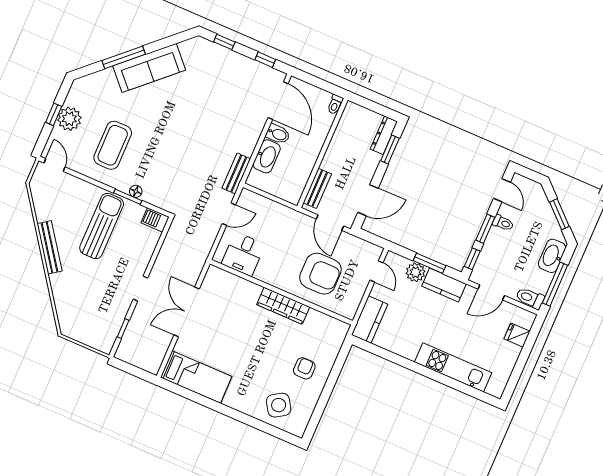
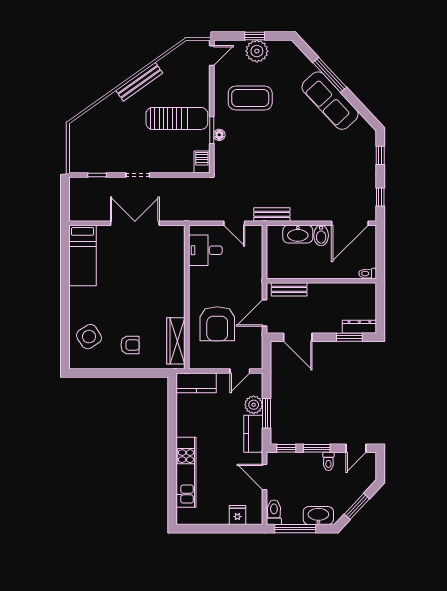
wardrobe: (283, 306) -> (176, 341), moved

